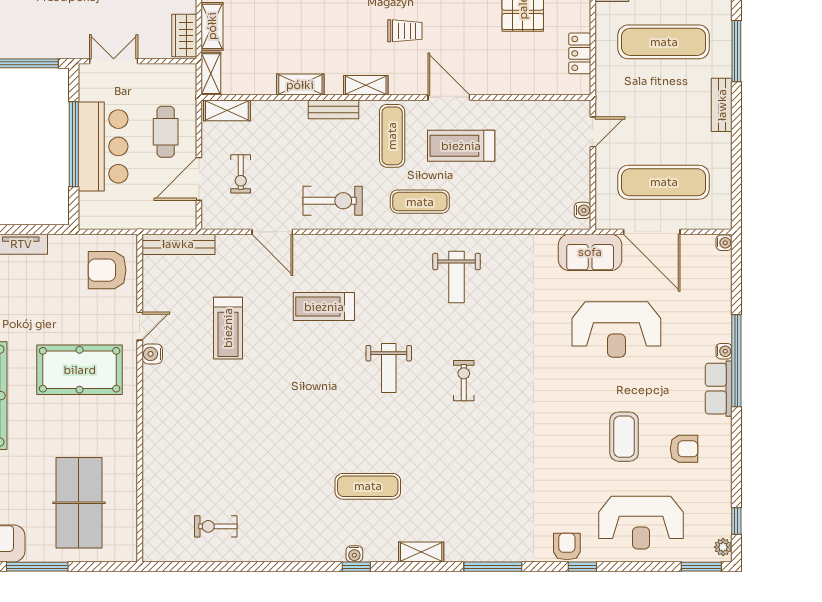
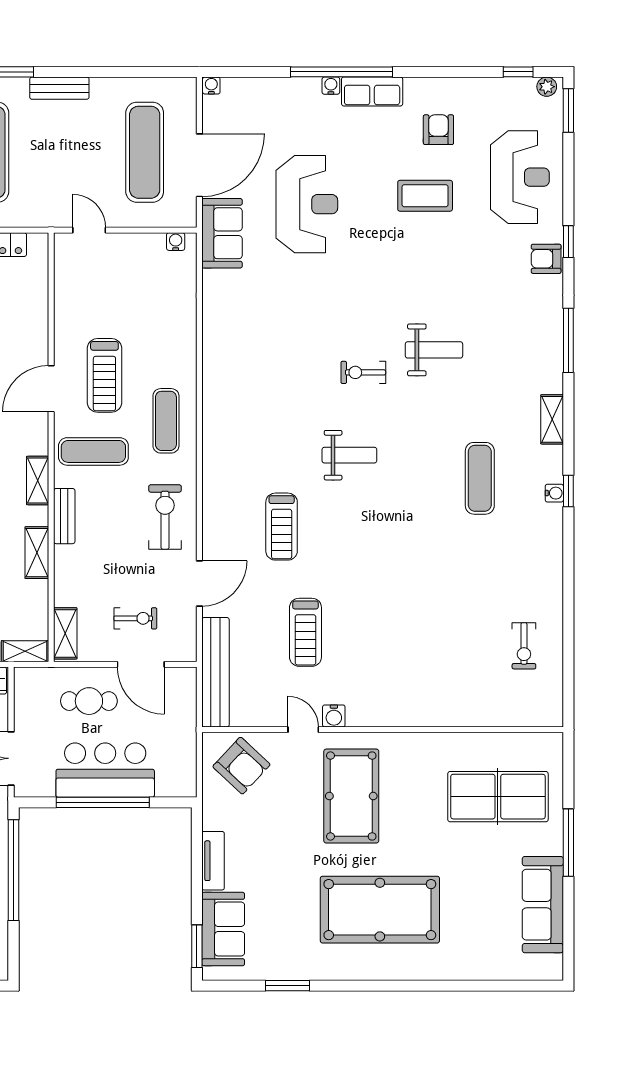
bench: (178, 244) -> (215, 672), width x1.37, depth x1.21
armchair: (107, 270) -> (241, 766), turned -47
weight bench: (457, 277) -> (434, 350), moved
treadmill: (228, 328) -> (305, 632), turned 90

